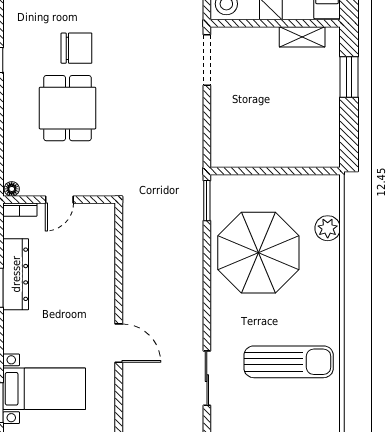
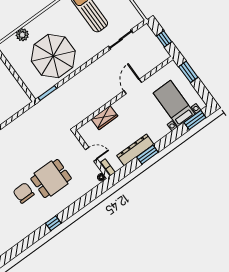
wardrobe: (102, 262) -> (104, 118), added

